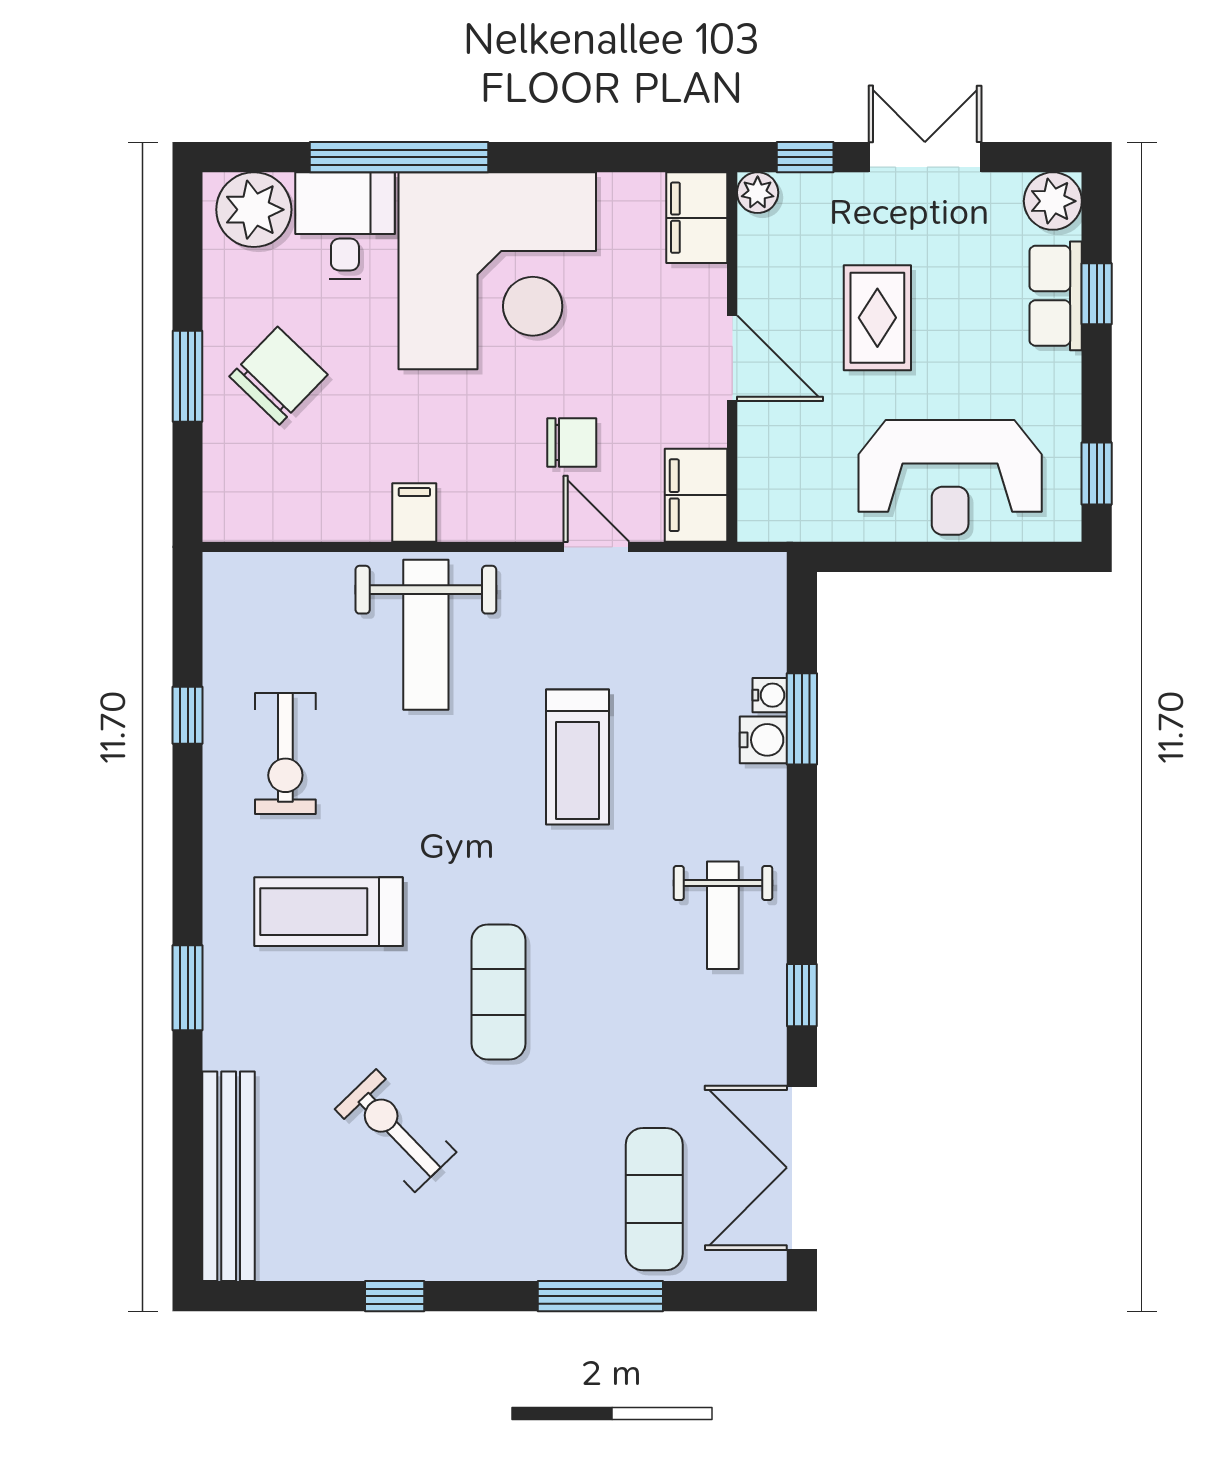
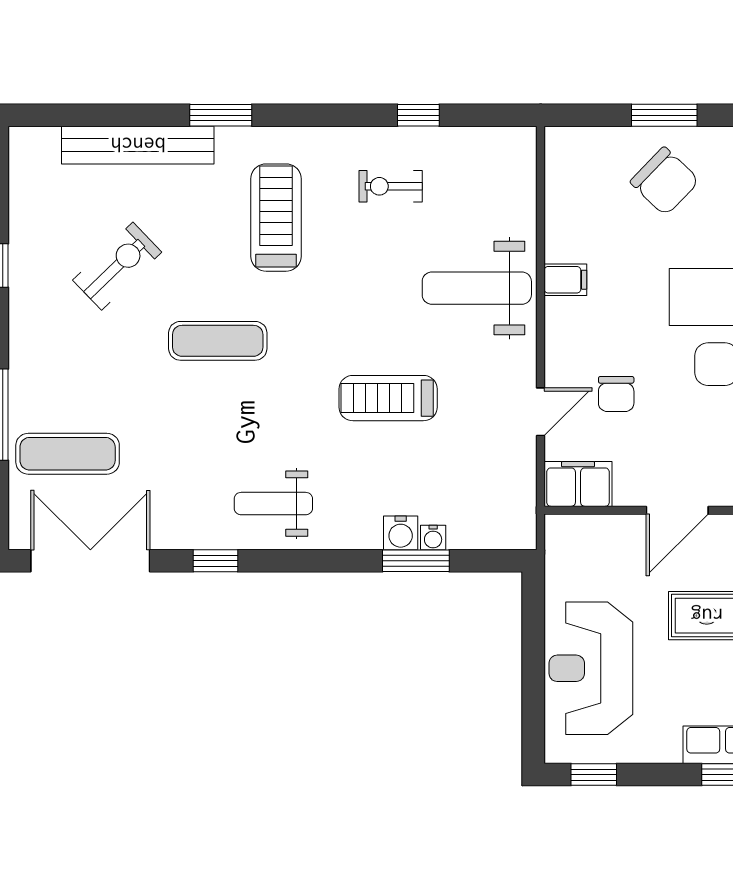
exercise bike: (285, 753) -> (391, 186), width x0.73, depth x0.72
bench: (229, 1176) -> (138, 145), moved

